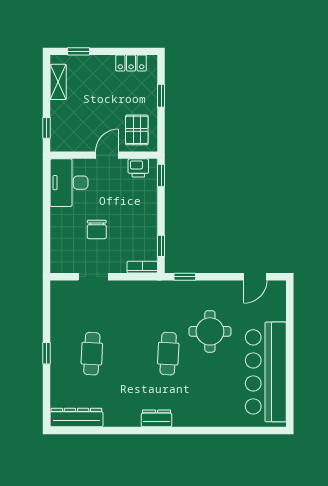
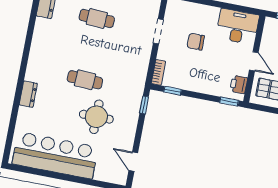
dresser: (156, 418) -> (28, 94), moved

